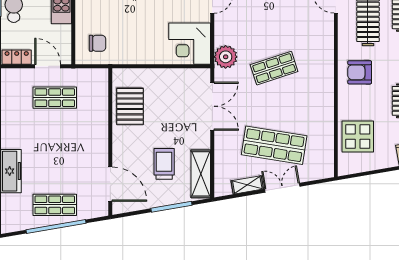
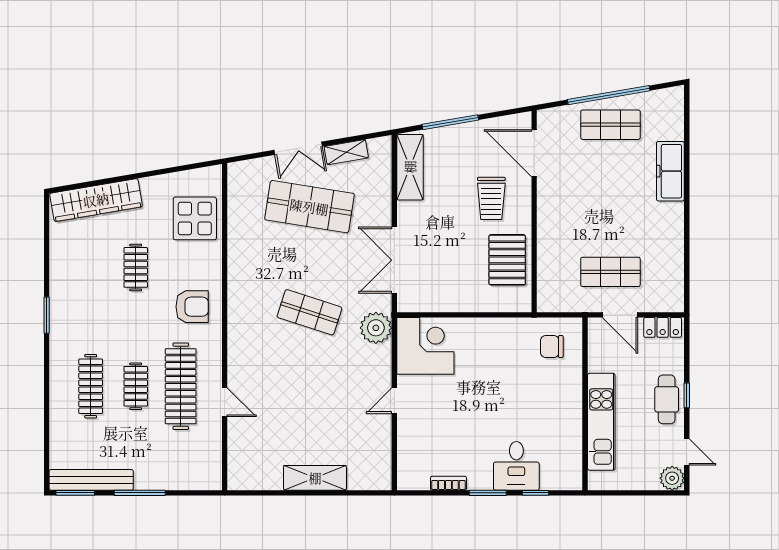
shop shelf: (274, 68) -> (309, 312), turned 36
trolley: (164, 164) -> (491, 198), moved

